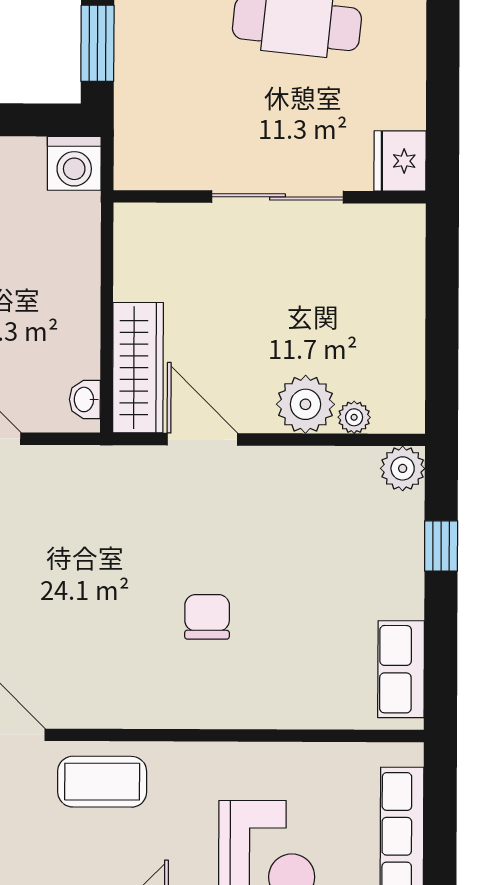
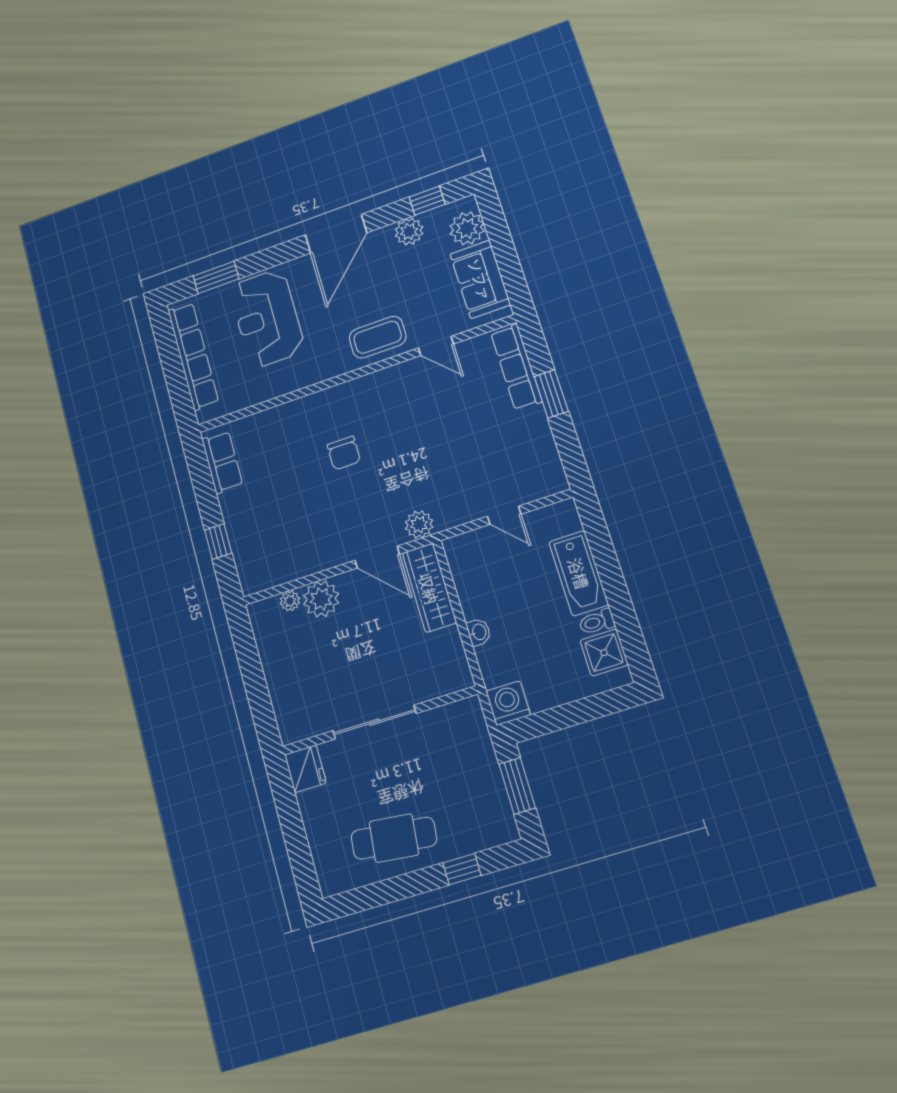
washbasin: (85, 399) -> (479, 632), moved
plant: (403, 468) -> (419, 525), moved

